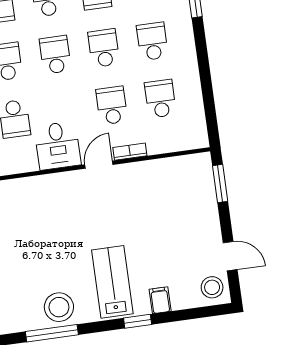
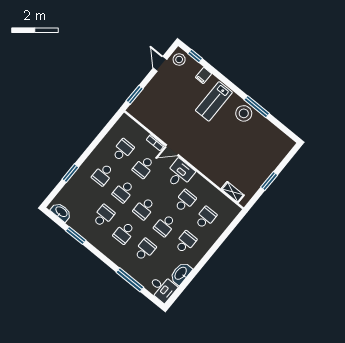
school desk: (160, 99) -> (123, 150), turned 180
window: (138, 321) -> (195, 56), moved

